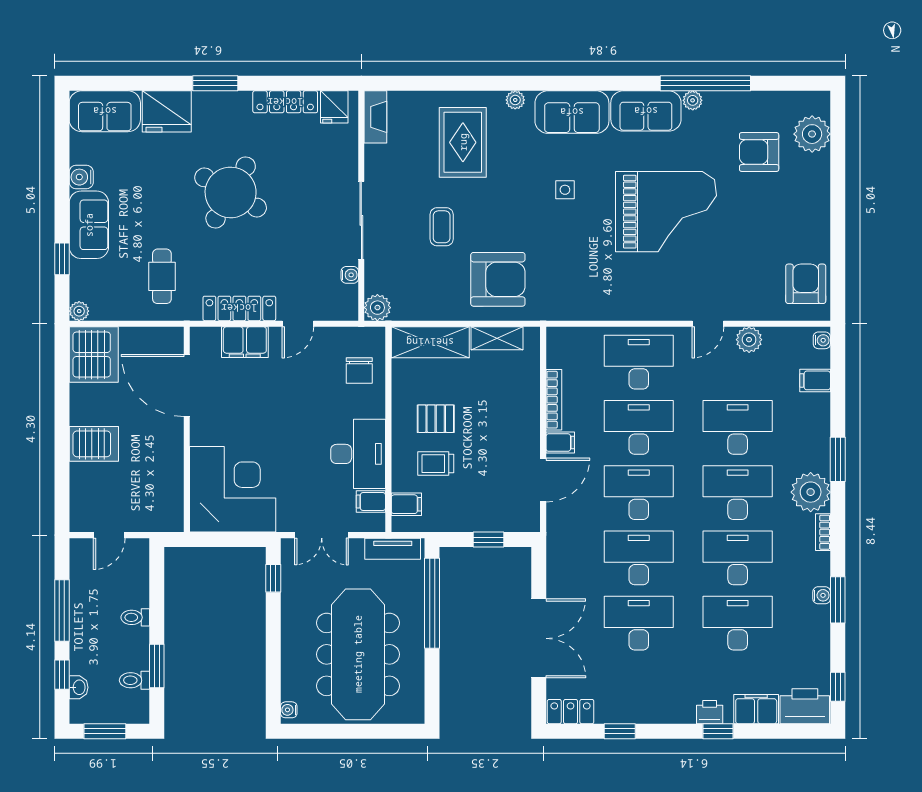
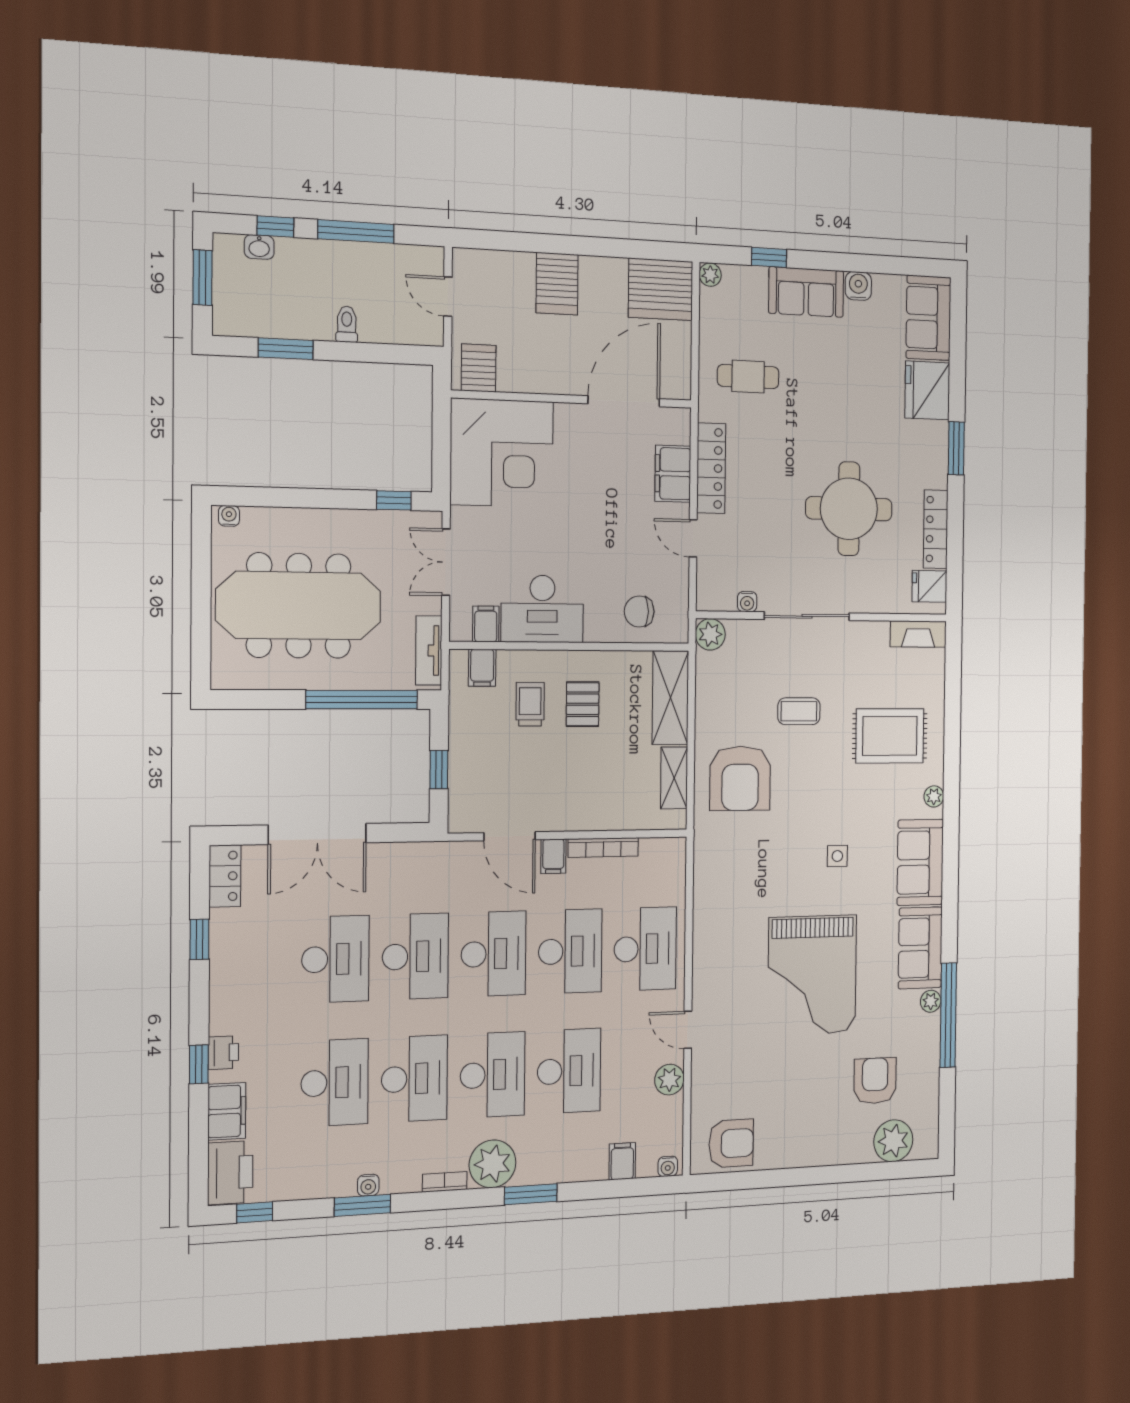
round table: (231, 192) -> (849, 509), moved, turned -30
server rack: (165, 509) -> (479, 368), added
toilet: (134, 680) -> (268, 319), removed

